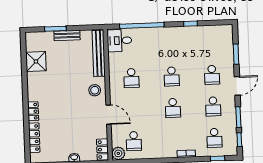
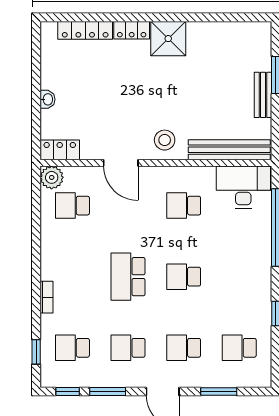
desk: (119, 41) -> (243, 187), width x1.37
school desk: (211, 43) -> (239, 348), added
shower: (36, 61) -> (168, 39), moved
school desk: (173, 108) -> (128, 277), width x1.85
door: (109, 115) -> (121, 163), hinge flipped

